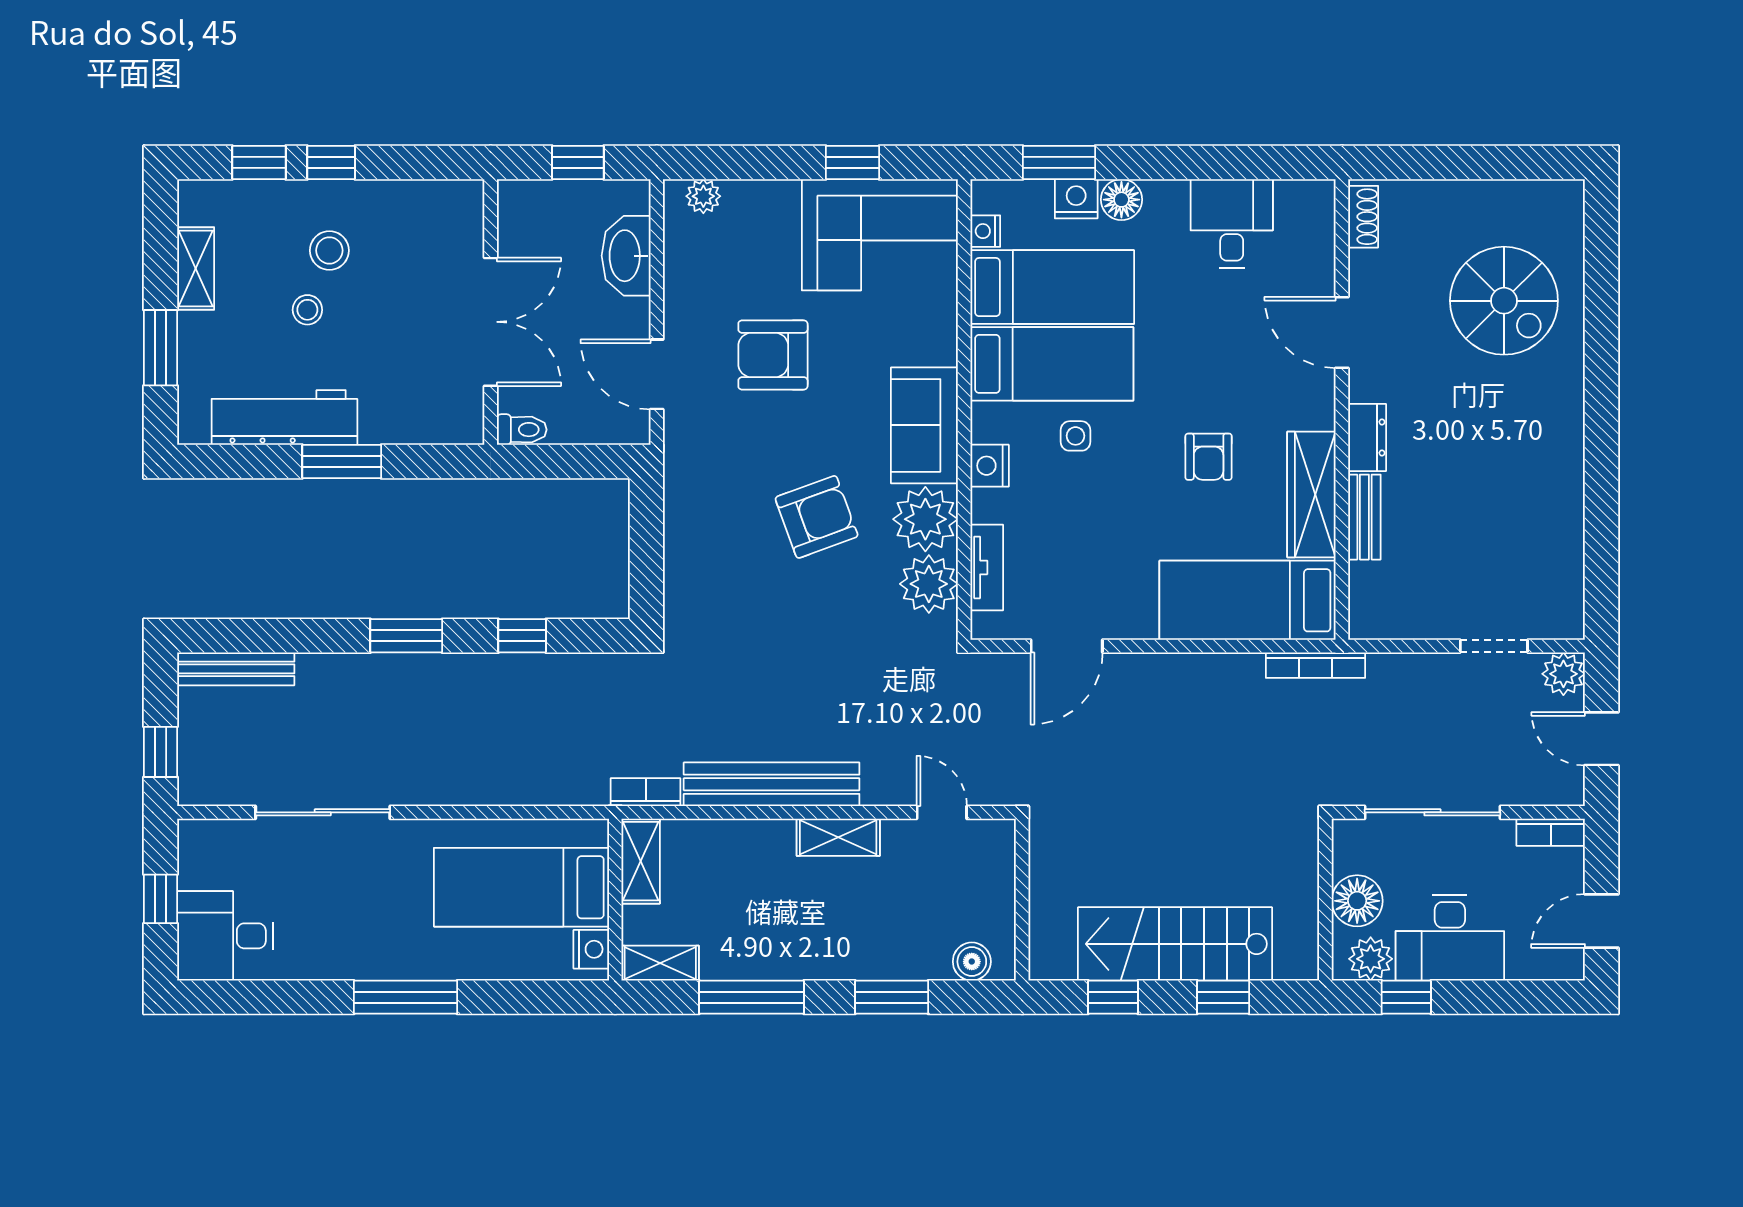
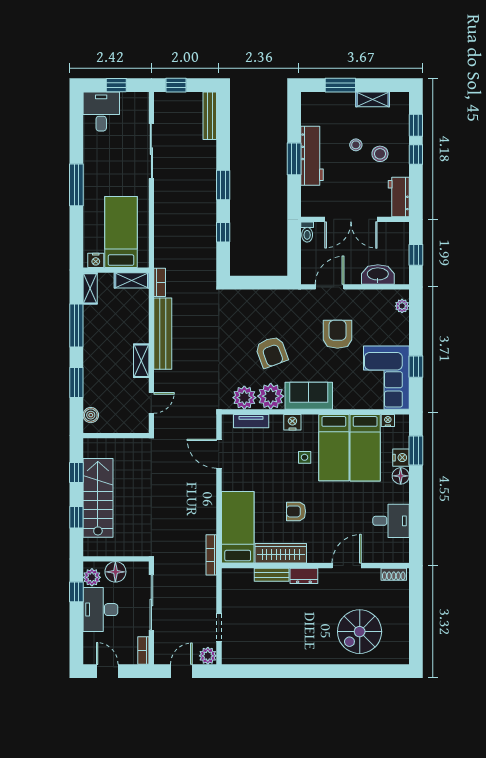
workbench: (436, 204) -> (399, 197), added
workbench: (284, 417) -> (312, 156), moved

